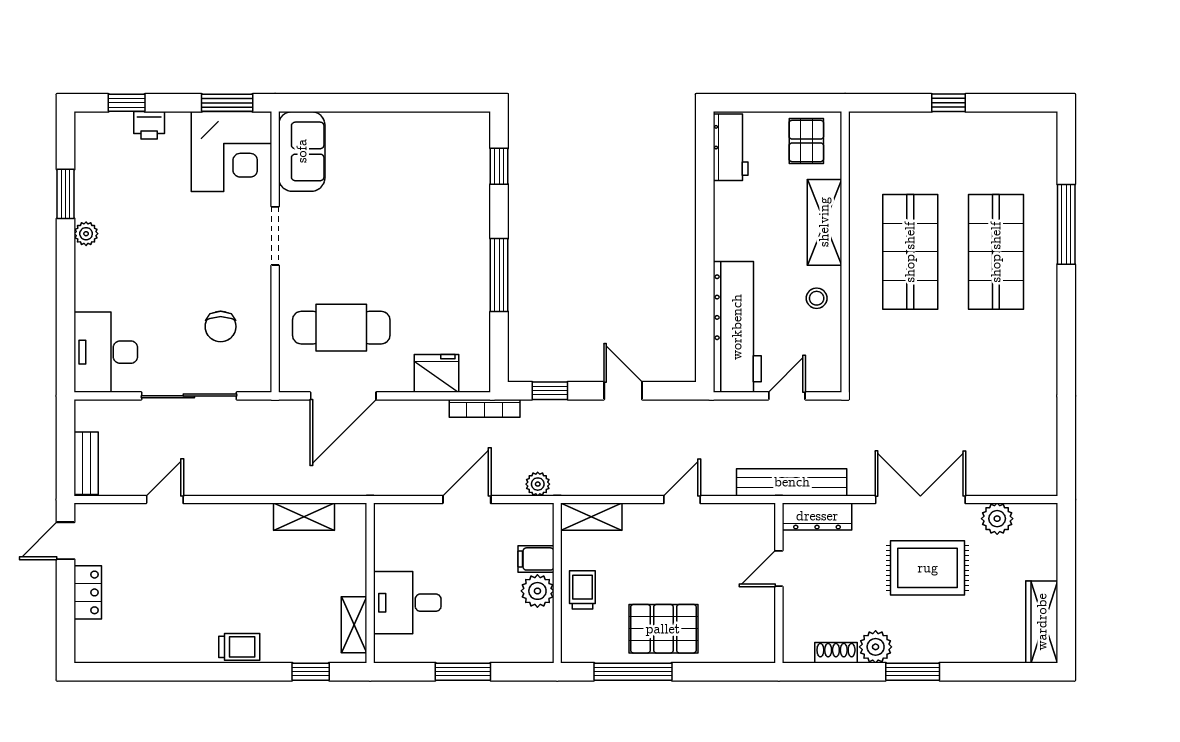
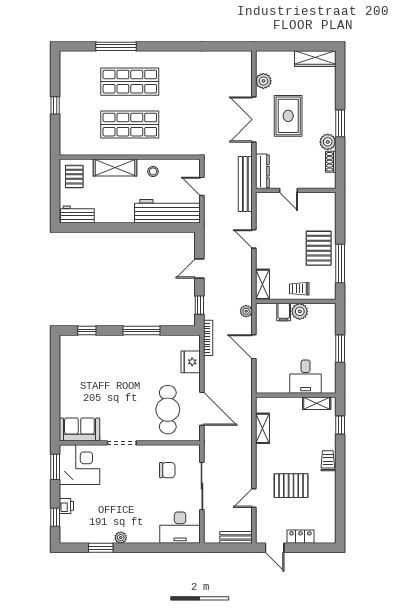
pallet: (806, 141) -> (74, 177), turned 90
door: (165, 499) -> (254, 498), hinge flipped
pallet: (190, 574) -> (291, 486), added

